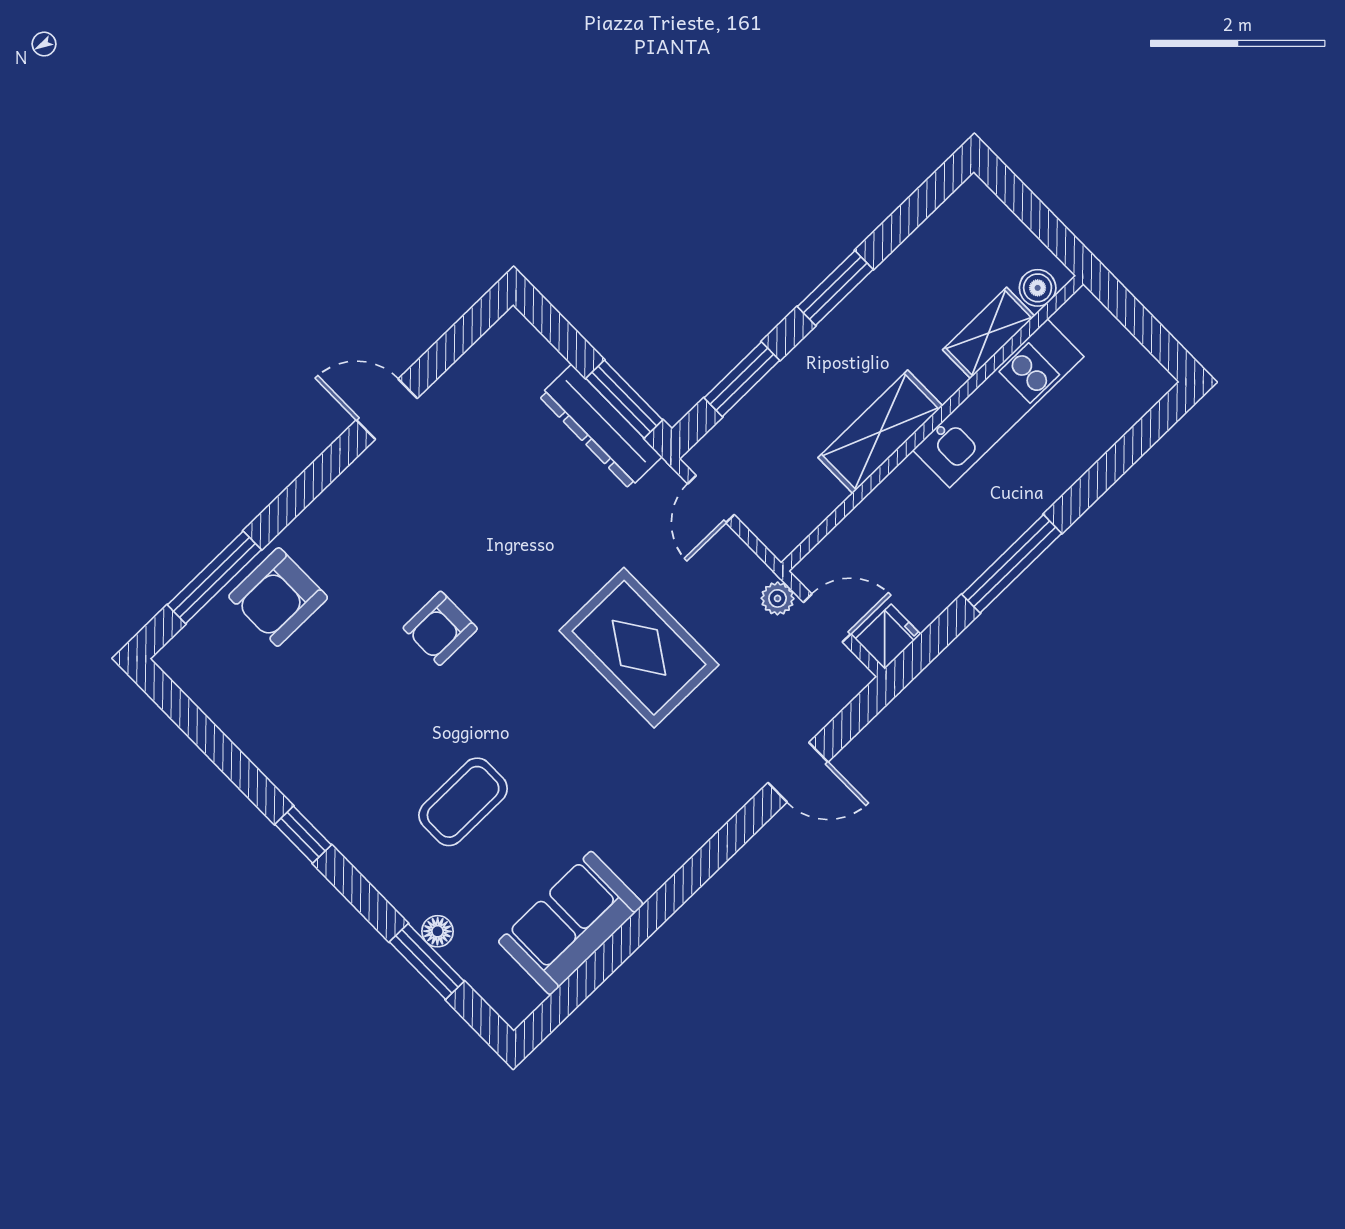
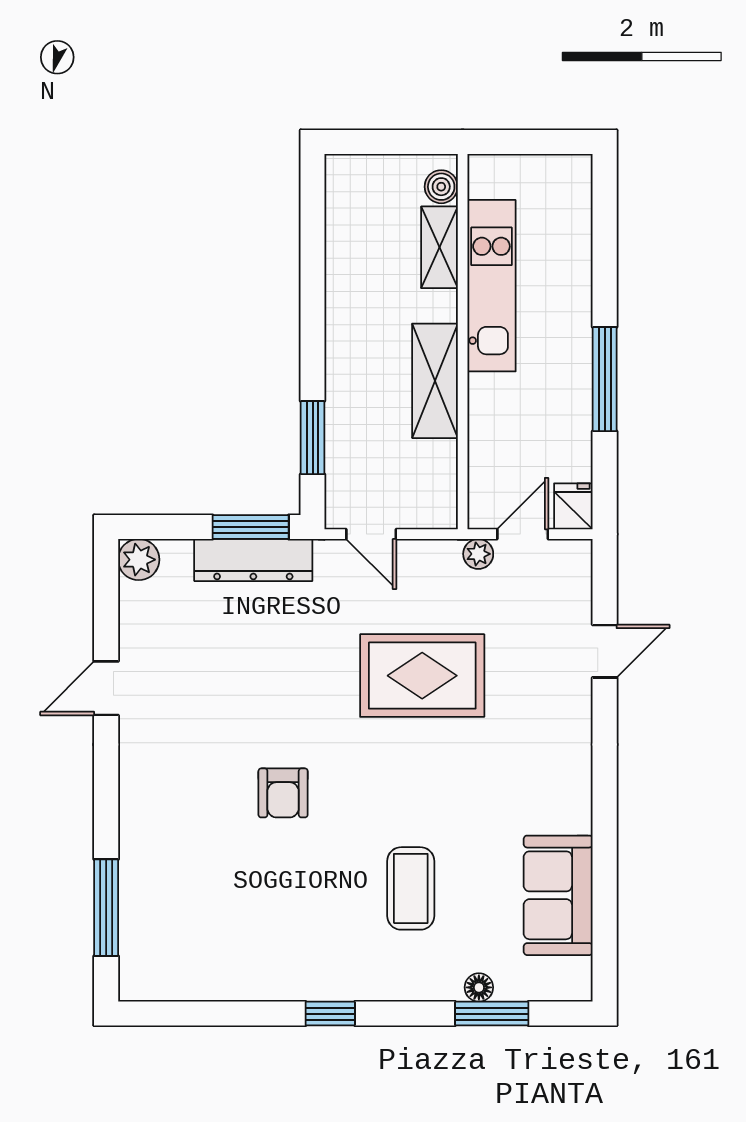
window: (835, 288) -> (313, 319), removed
plant: (513, 336) -> (139, 560), added
armchair: (278, 597) -> (159, 879), removed

